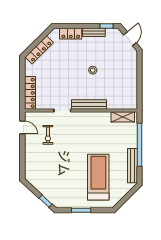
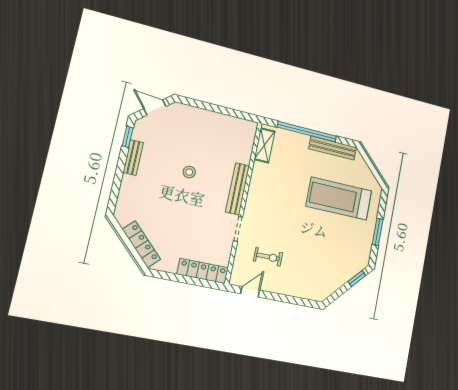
locker: (71, 34) -> (127, 192), removed

